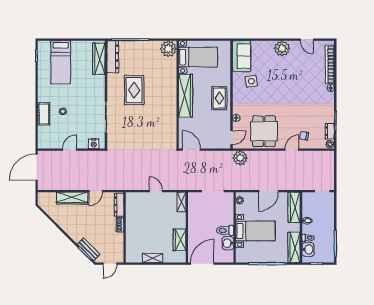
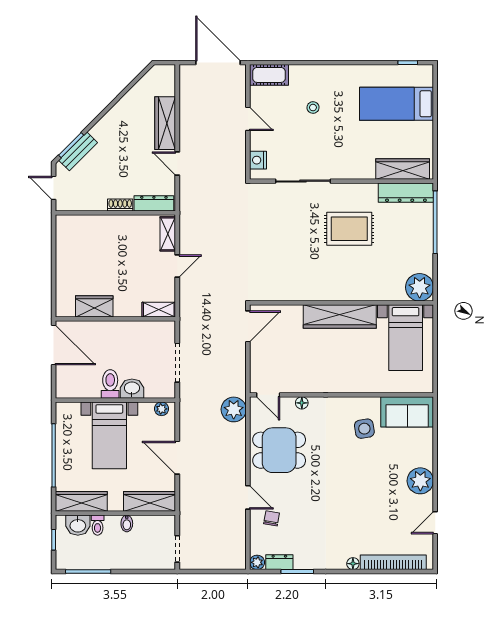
rug: (219, 98) -> (336, 374), removed
cot: (44, 114) -> (269, 75), moved
washbasin: (228, 243) -> (132, 389), moved
shelving: (153, 258) -> (168, 234), moved

